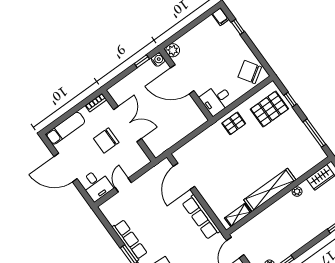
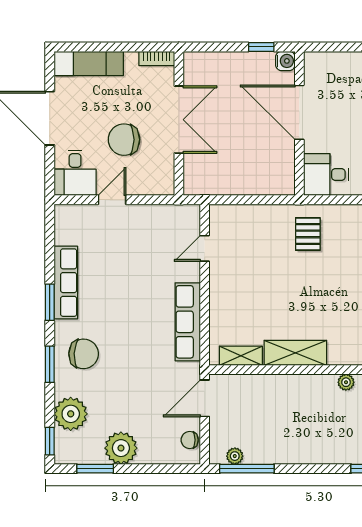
plant: (173, 50) -> (315, 63), removed
pallet: (234, 123) -> (308, 234), moved, turned 90
chair: (106, 140) -> (124, 140), moved
door: (184, 176) -> (205, 248), width x0.53
shelving: (270, 190) -> (295, 353), width x0.68

